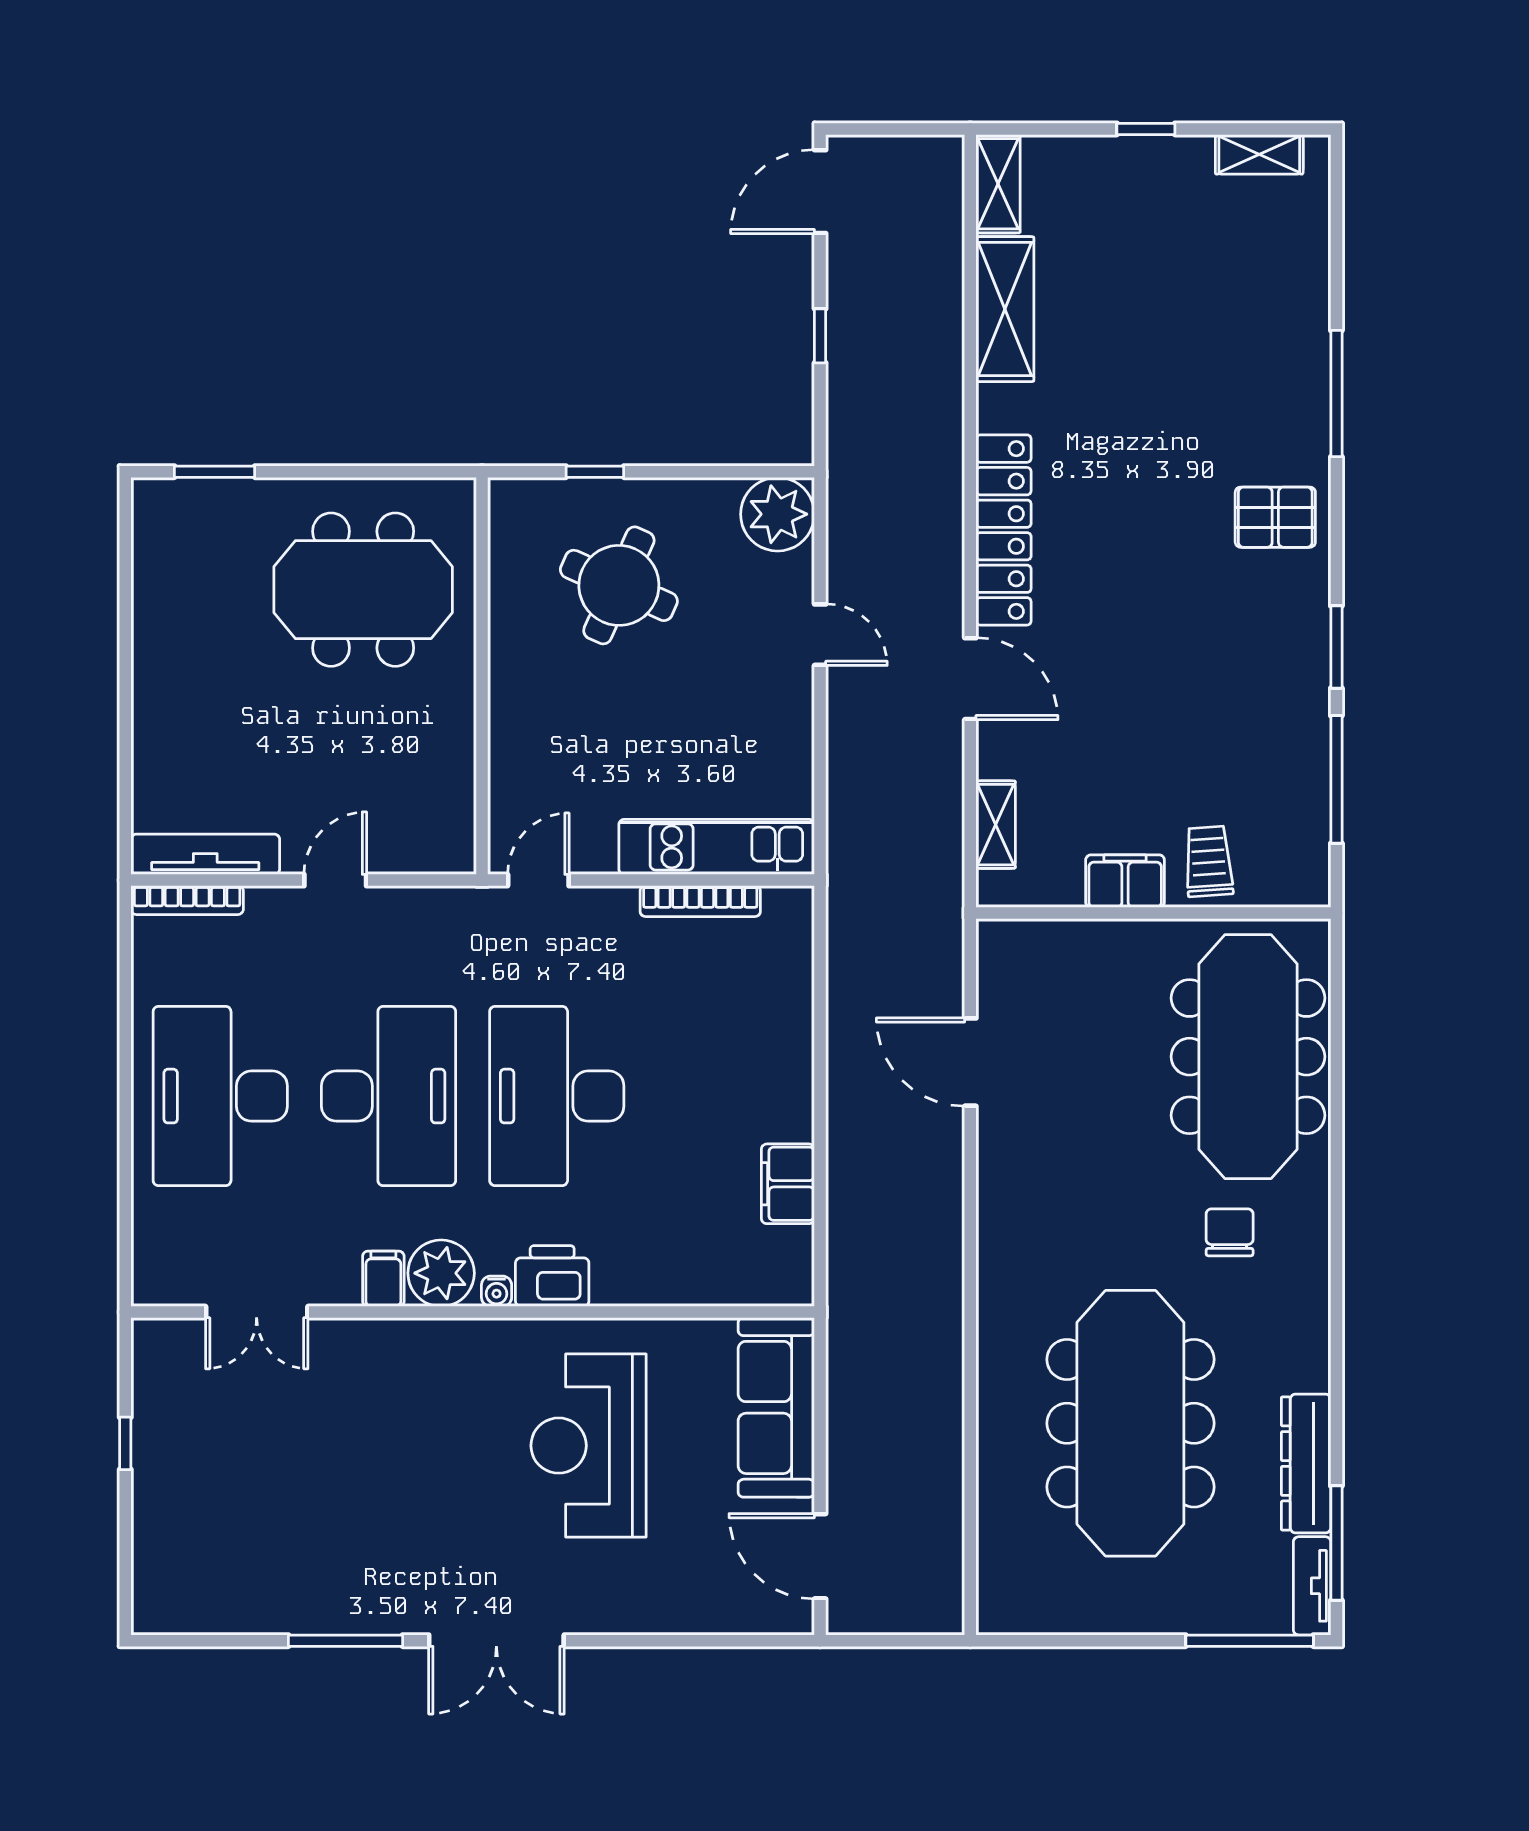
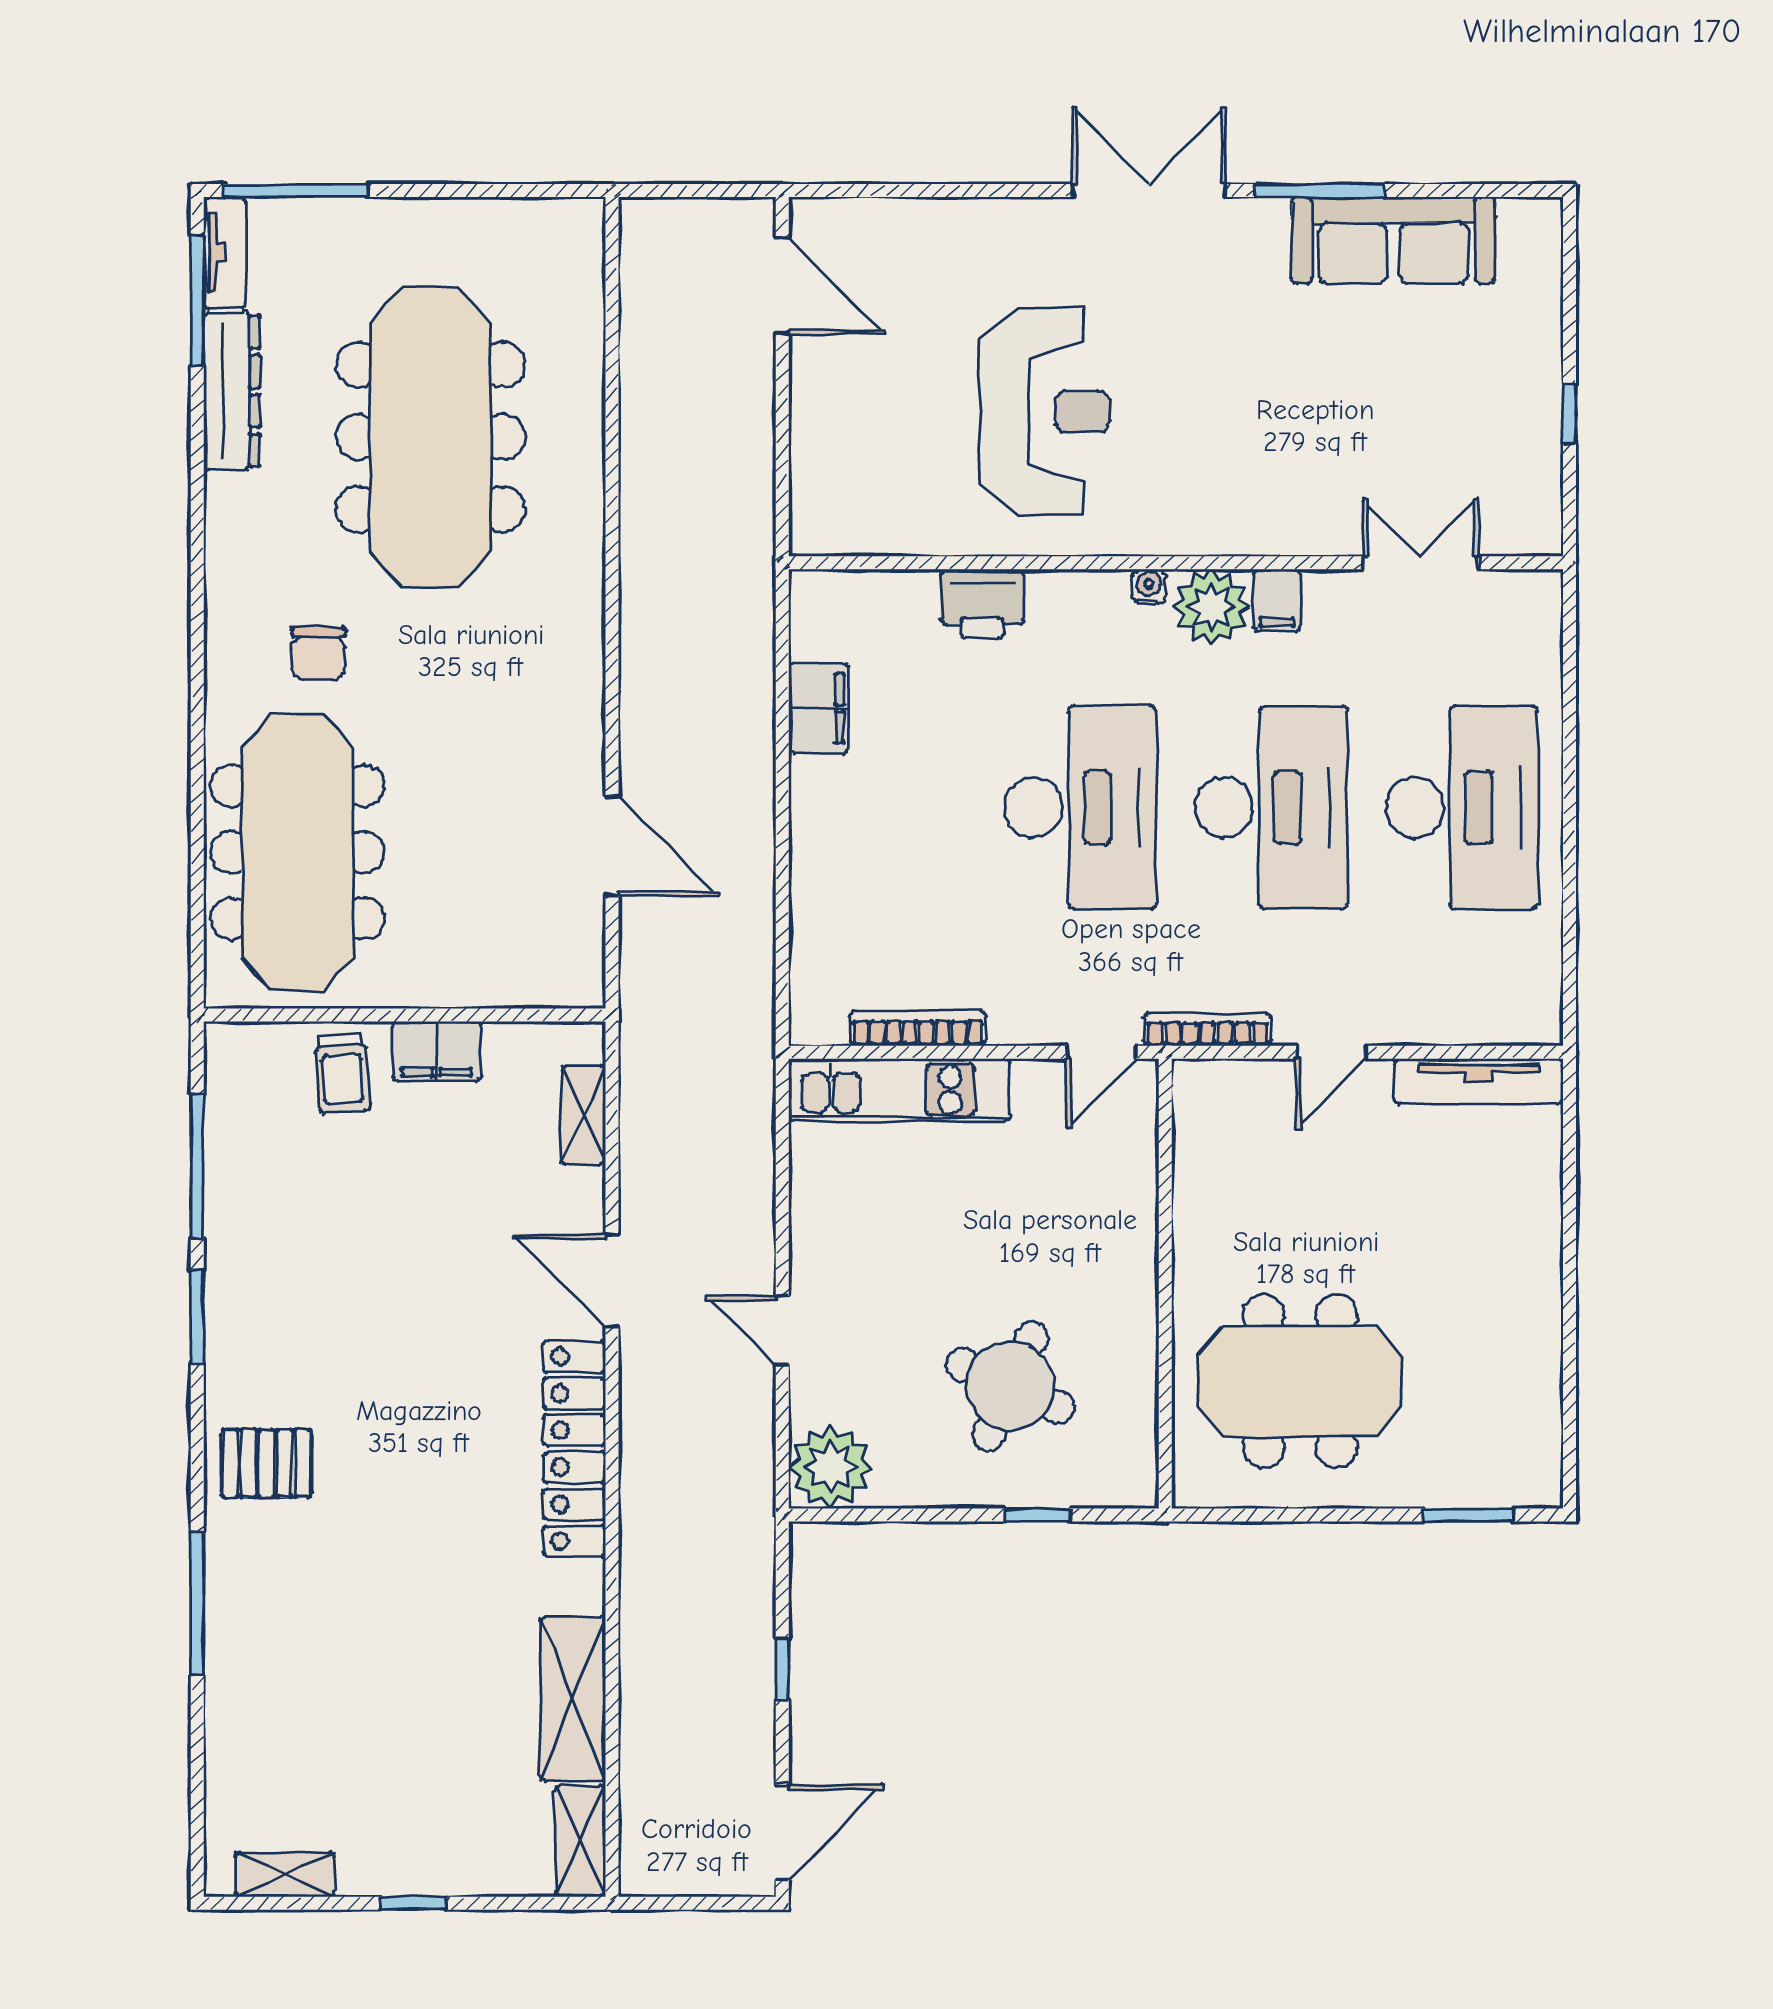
bookcase: (187, 900) -> (1208, 1029), moved
desk: (389, 1096) -> (1271, 808), turned 180
printer: (552, 1276) -> (982, 604), moved
sofa: (776, 1407) -> (1393, 240), moved, turned 90

